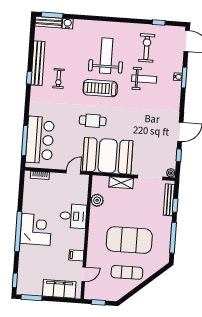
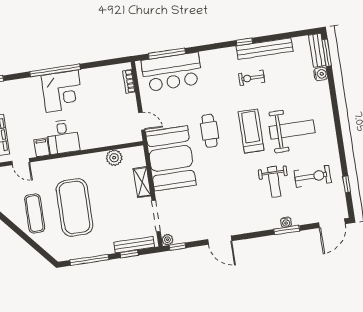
window: (179, 155) -> (177, 247), moved
desk: (73, 216) -> (63, 137), moved

